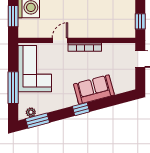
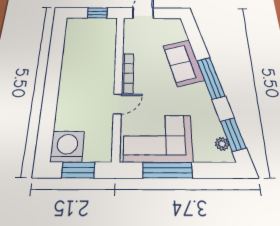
door: (60, 40) -> (118, 104), swing flipped
window: (13, 88) -> (167, 170), moved
window: (81, 109) -> (211, 78), width x2.17

